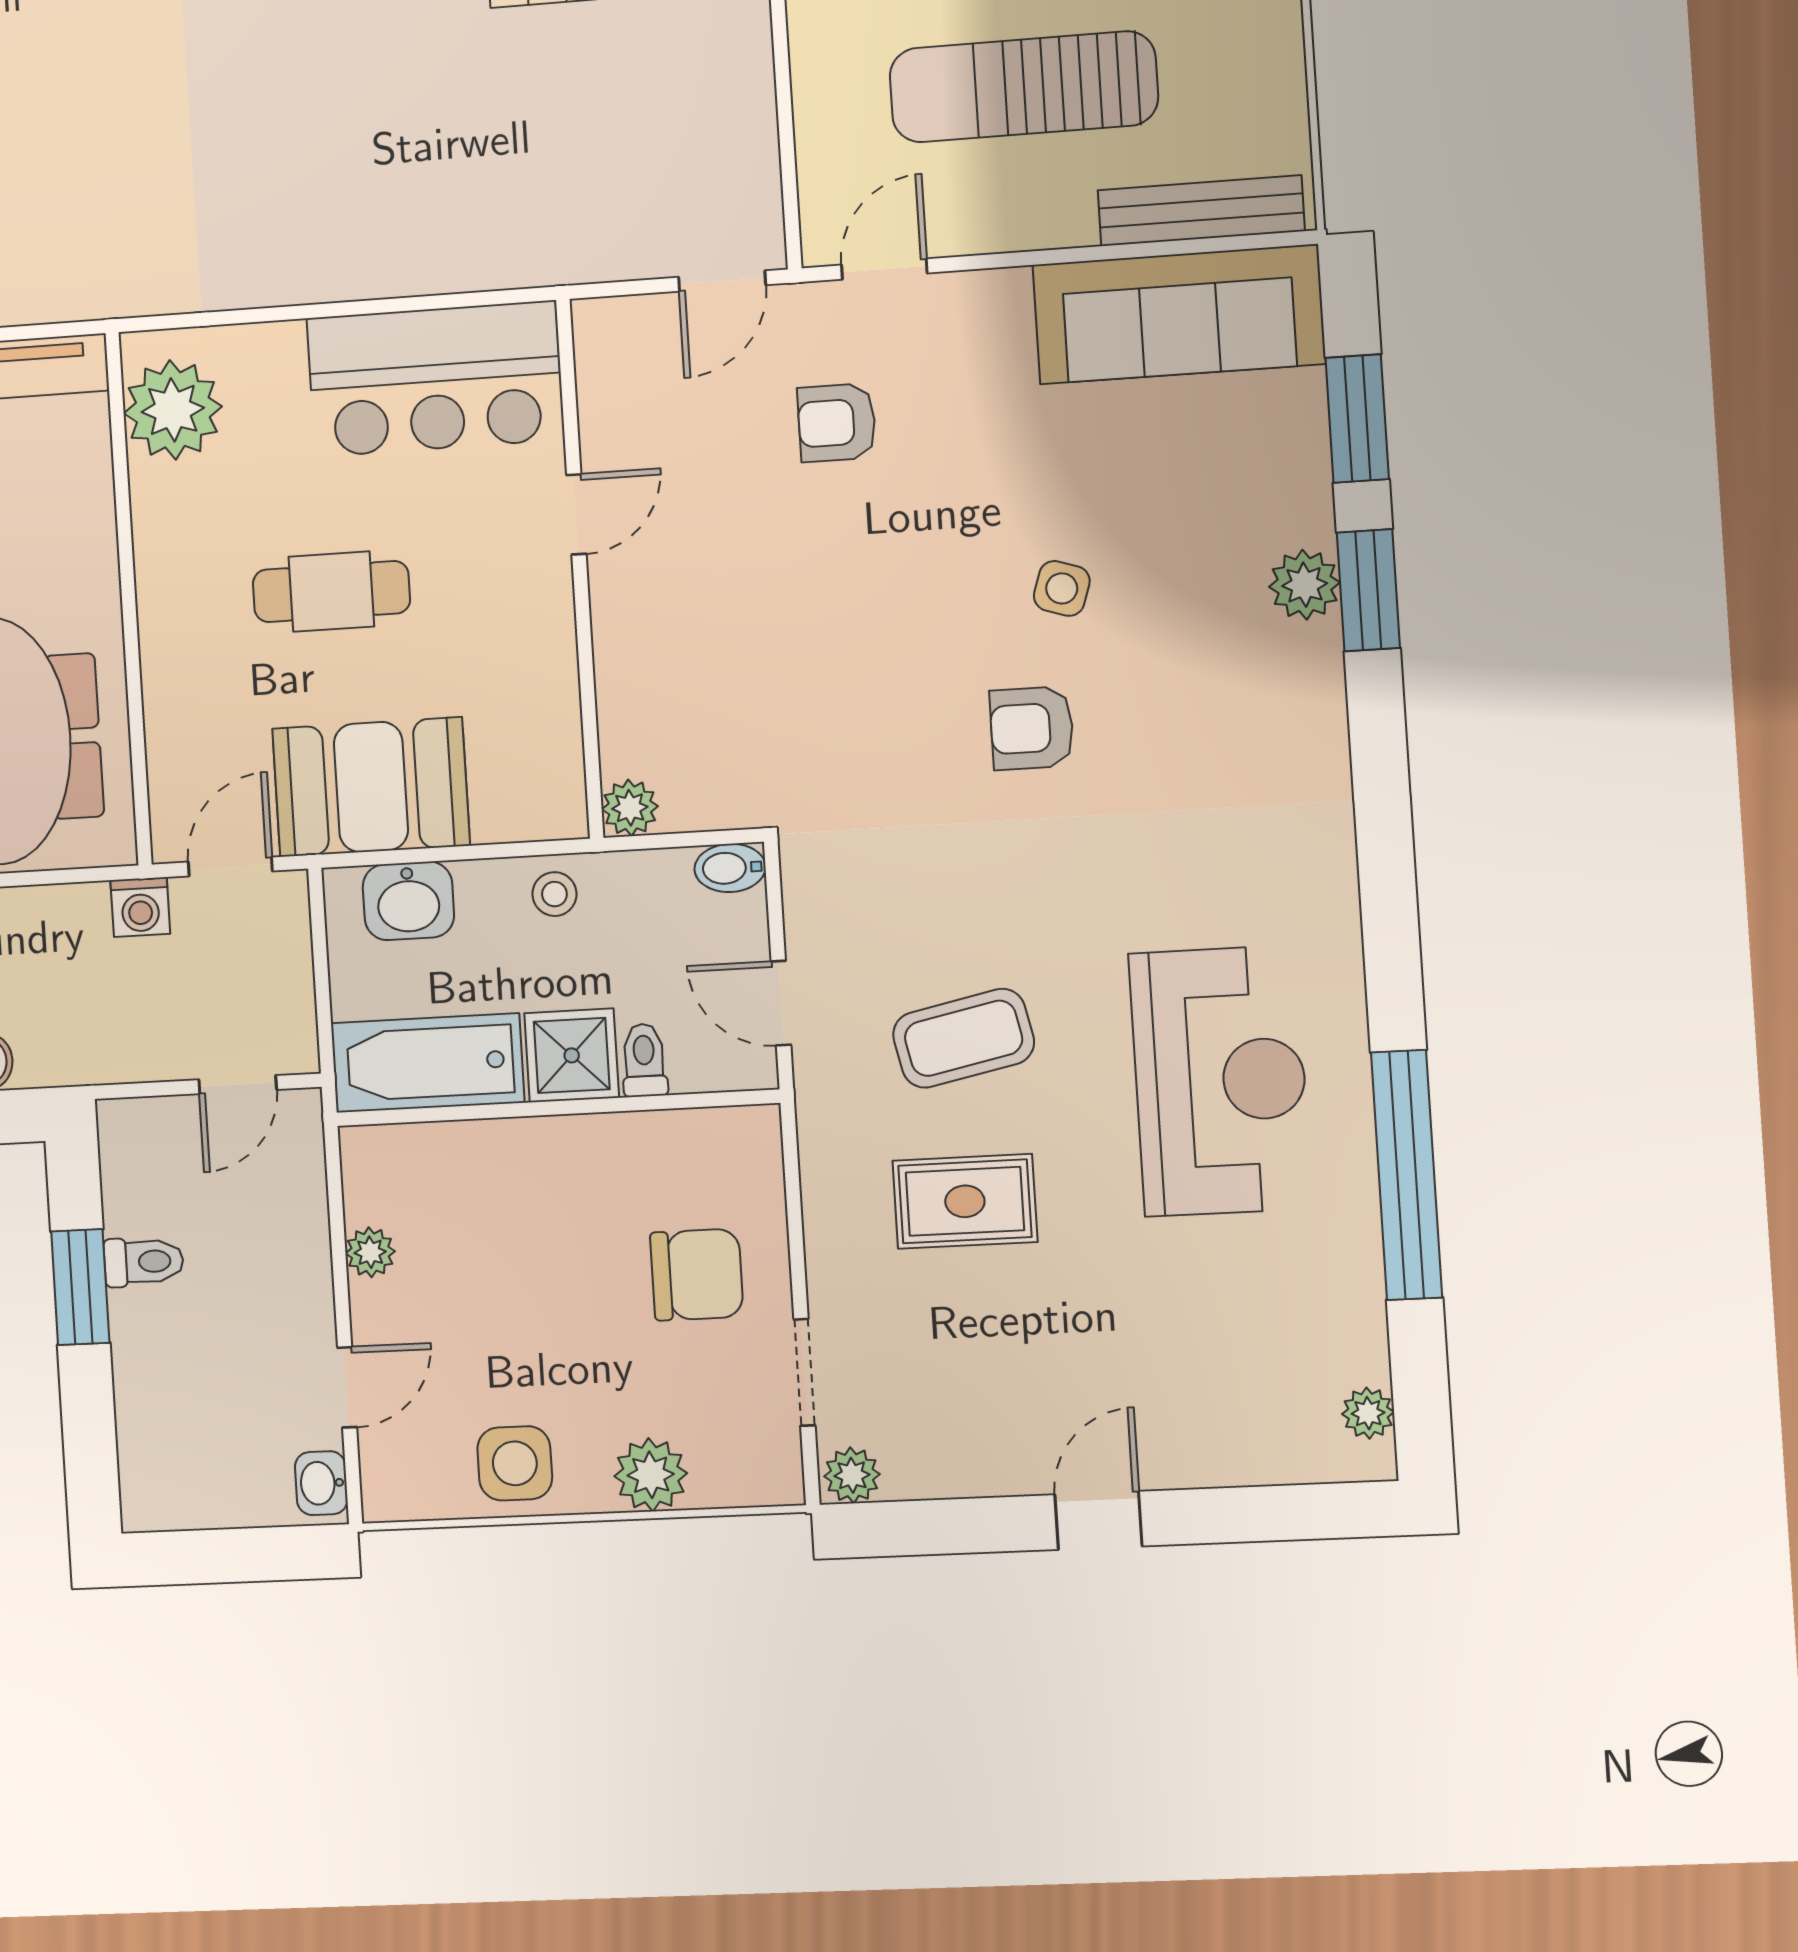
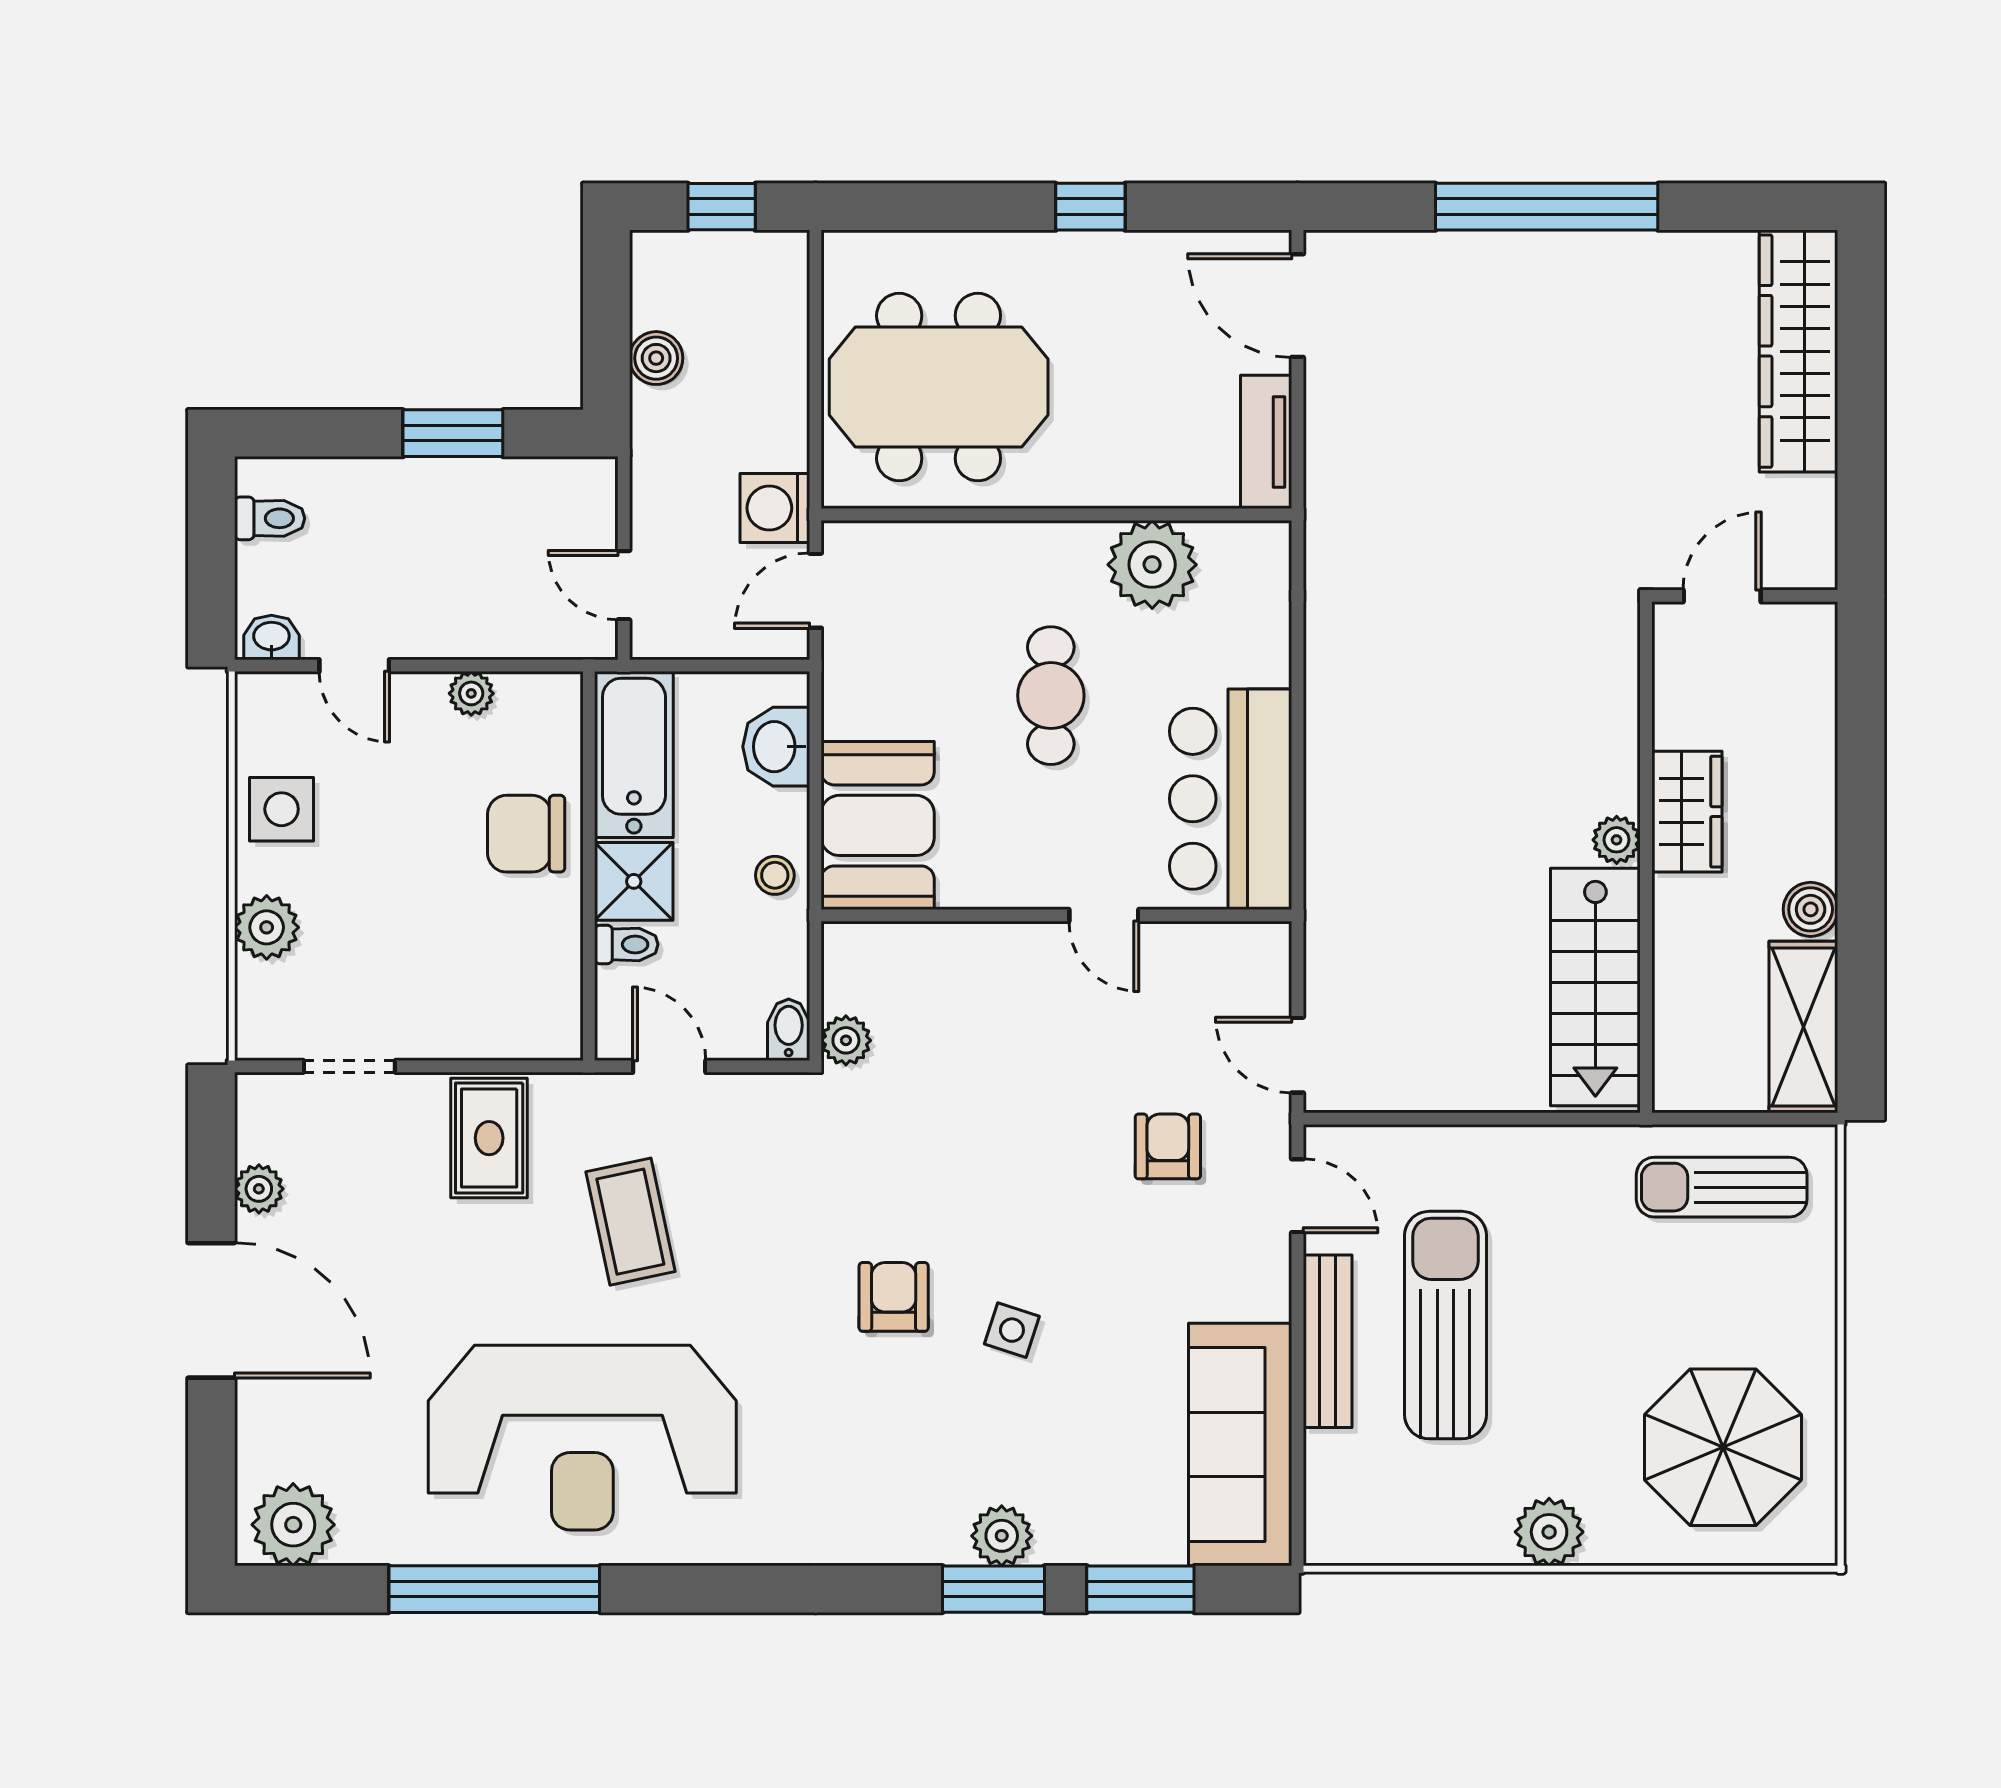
bench: (1201, 211) -> (1328, 1341), moved
plant: (173, 410) -> (1152, 565), moved
booth: (371, 787) -> (878, 825), moved
plant: (630, 808) -> (846, 1040), moved
door: (230, 867) -> (815, 591), swing flipped
washing machine: (140, 907) -> (775, 508), width x1.38, depth x1.38
door: (781, 1003) -> (669, 1066), hinge flipped
reception desk: (1220, 1081) -> (582, 1438), width x1.36, depth x1.30
rug: (965, 1201) -> (489, 1138), moved
toilet: (144, 1262) -> (270, 518), moved, turned -90
chair: (697, 1275) -> (526, 834), moved, turned 90
plant: (1368, 1413) -> (293, 1525), width x1.88, depth x1.88
plant: (852, 1475) -> (259, 1189), moved
door: (1098, 1520) -> (211, 1310), width x1.88

